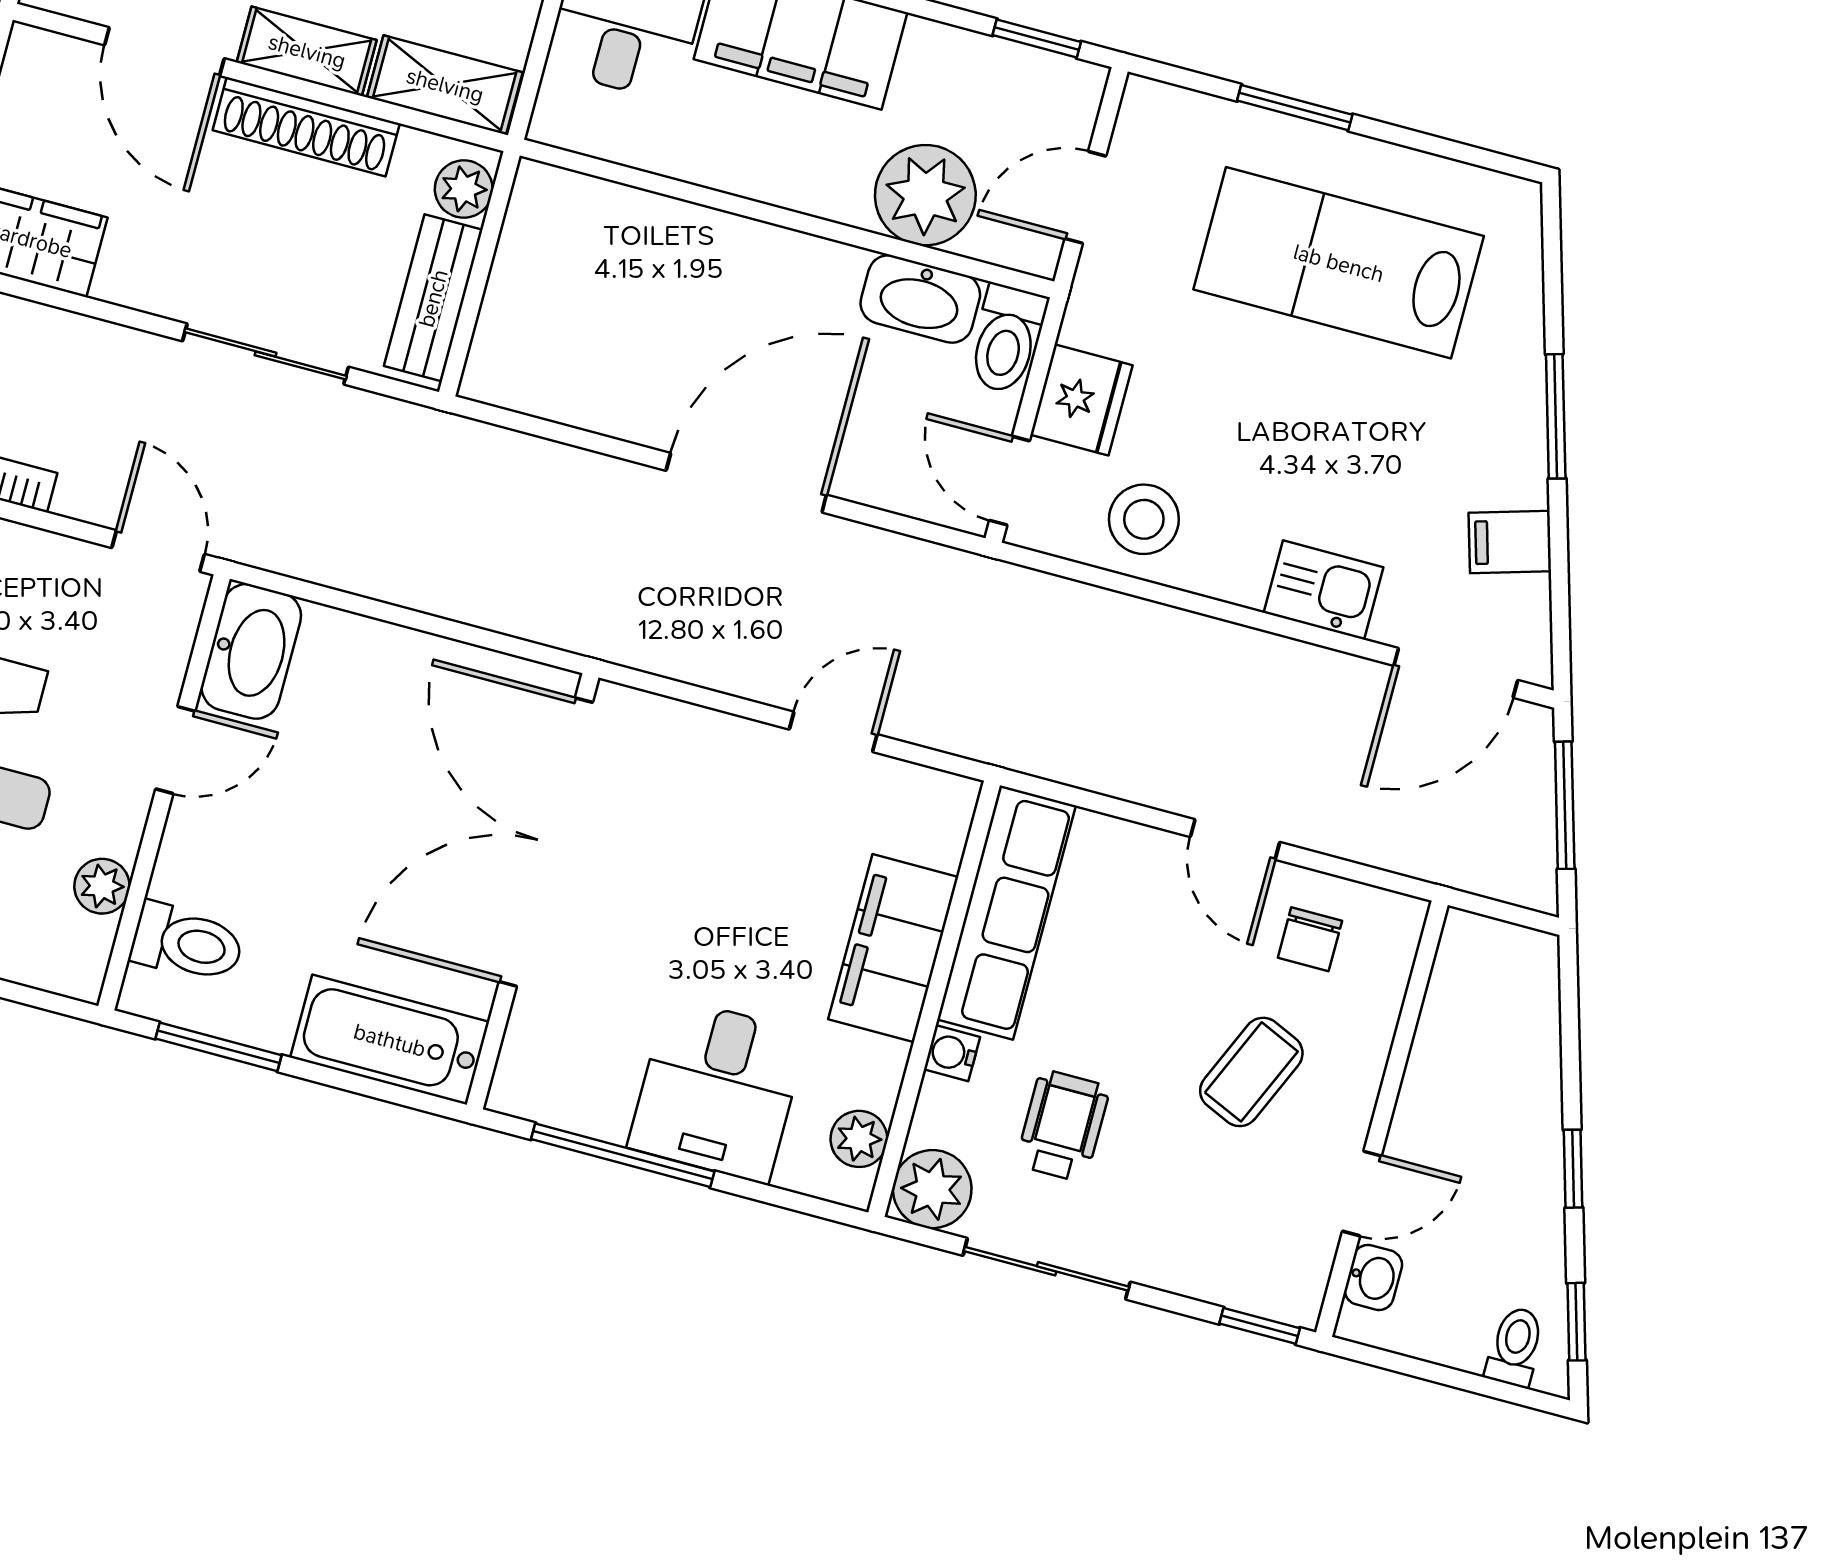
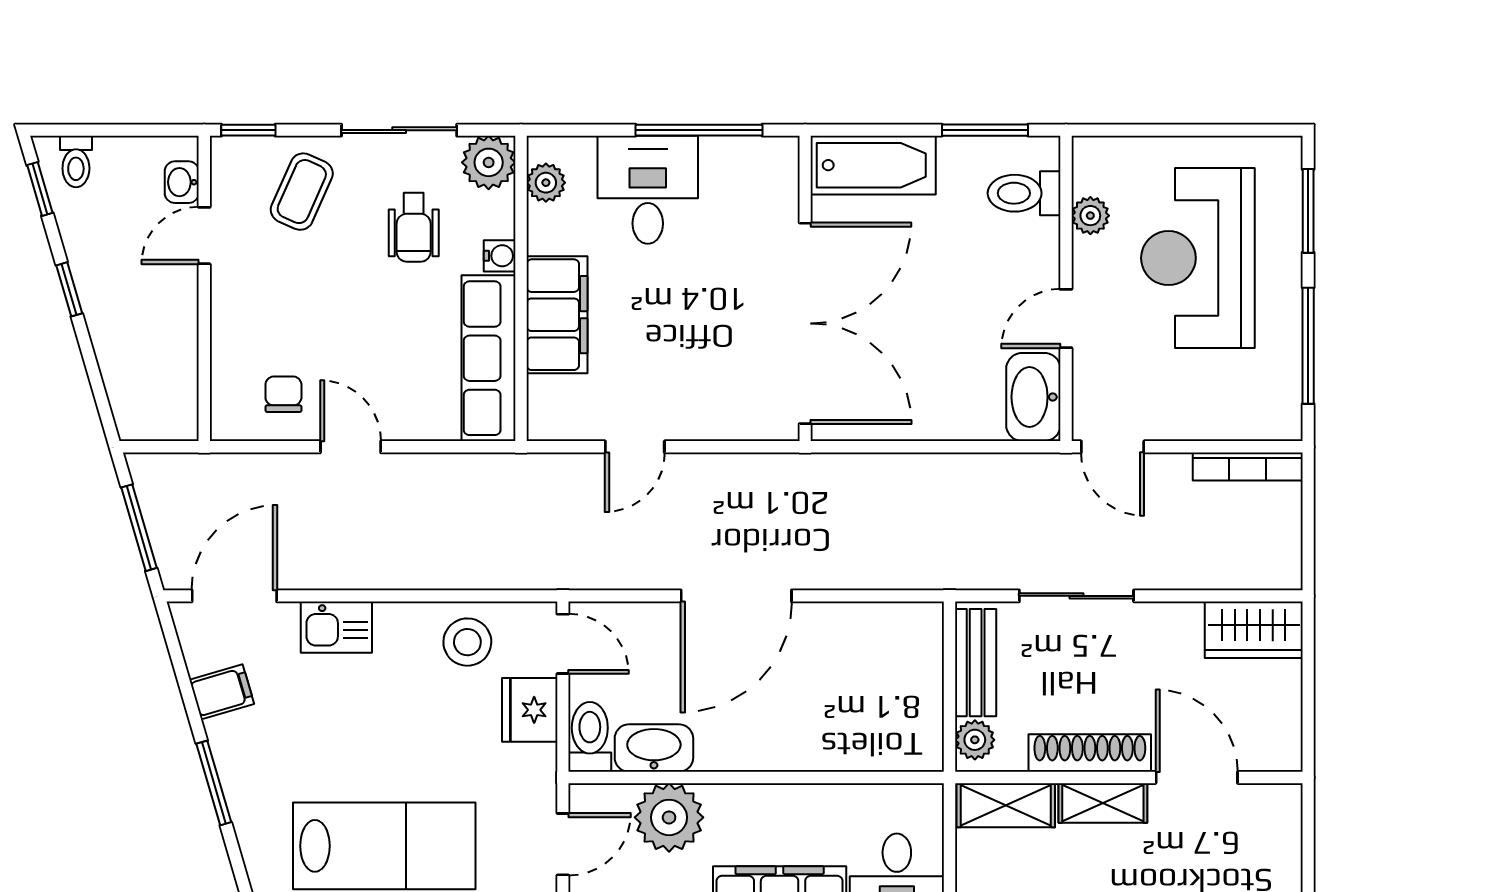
coffee table: (1251, 1072) -> (302, 192), moved

